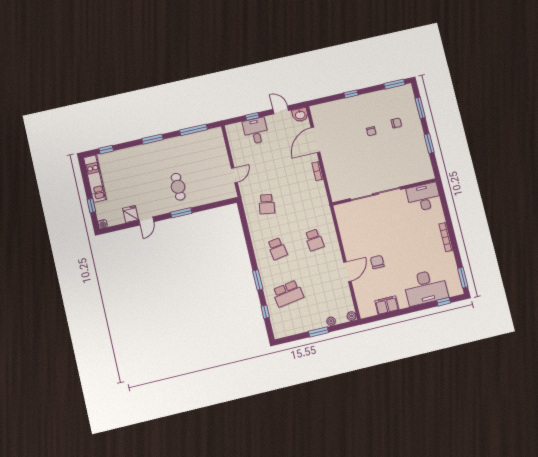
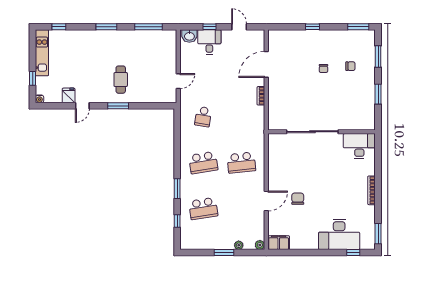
washbasin: (300, 115) -> (189, 36), moved
school desk: (314, 240) -> (241, 163), width x1.85
school desk: (277, 249) -> (203, 163), width x1.85
filing cabinet: (387, 305) -> (279, 243), moved

